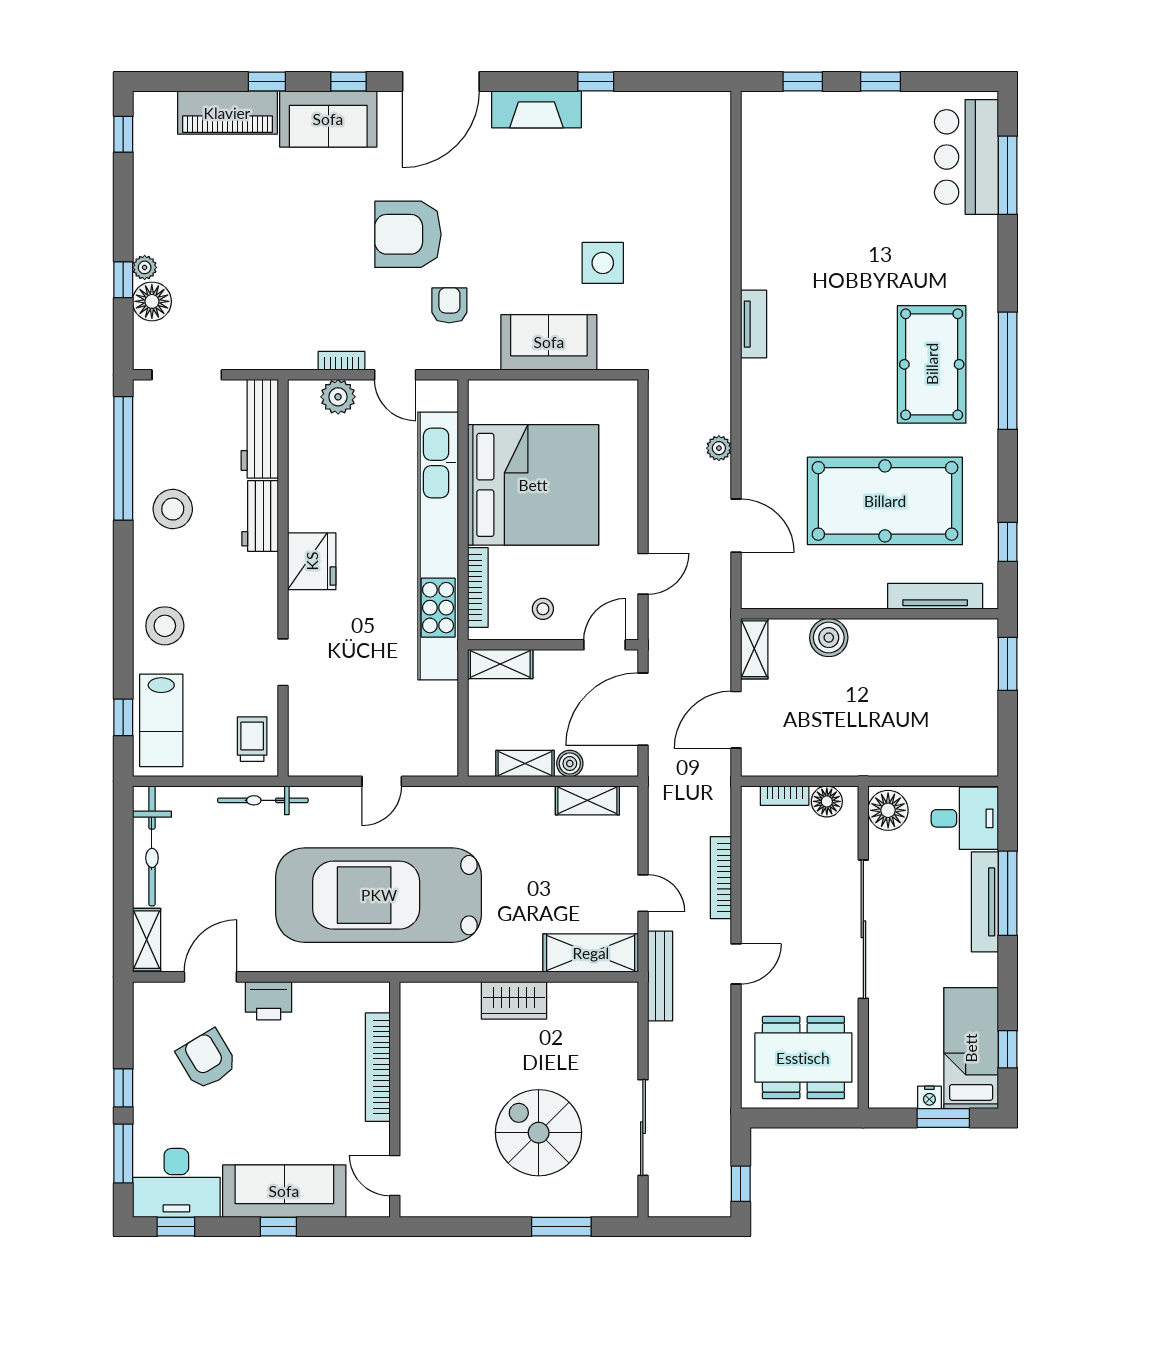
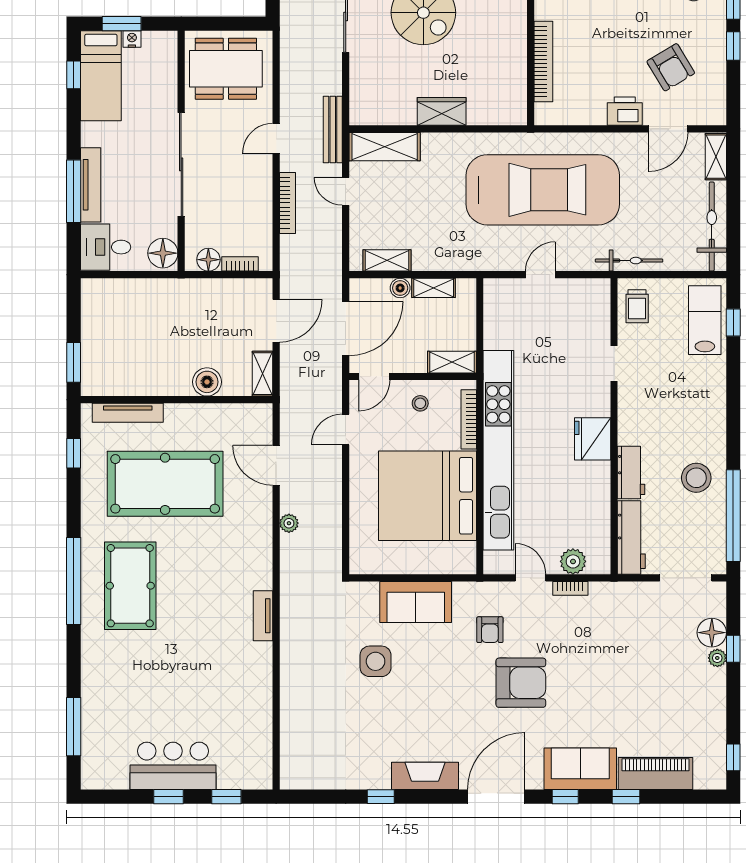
bar counter: (966, 157) -> (173, 766), moved, turned -90
stool: (165, 626) -> (702, 391), removed

